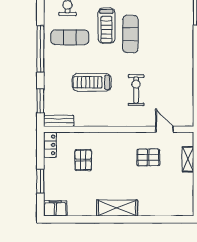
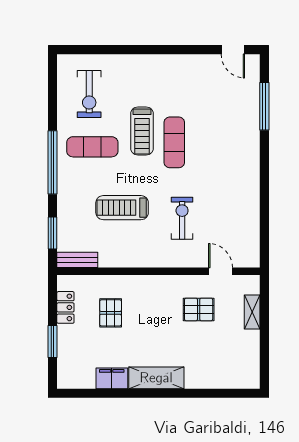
locker: (50, 145) -> (65, 307), moved
filing cabinet: (55, 208) -> (112, 378), moved

